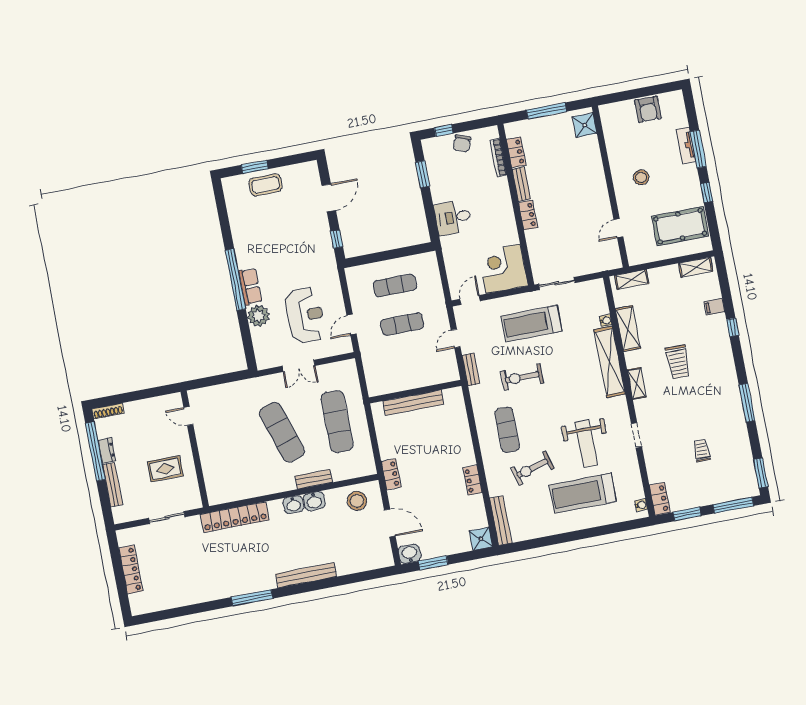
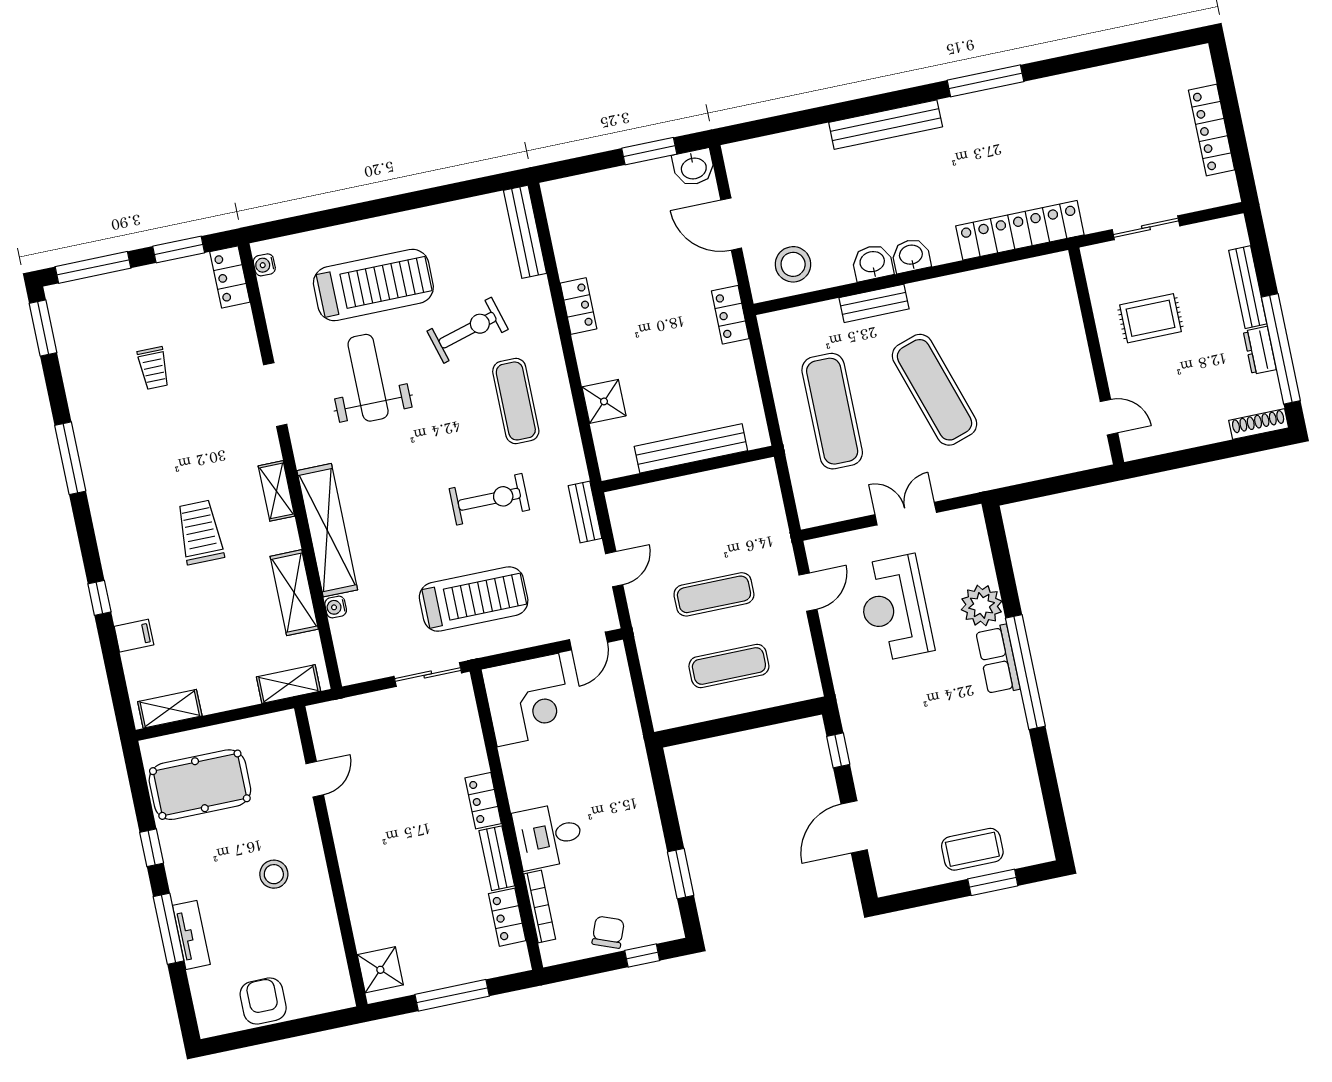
desk: (453, 218) -> (548, 836), moved, turned 180
doorway: (636, 435) -> (275, 395), width x1.38
shower: (481, 539) -> (604, 401), moved

